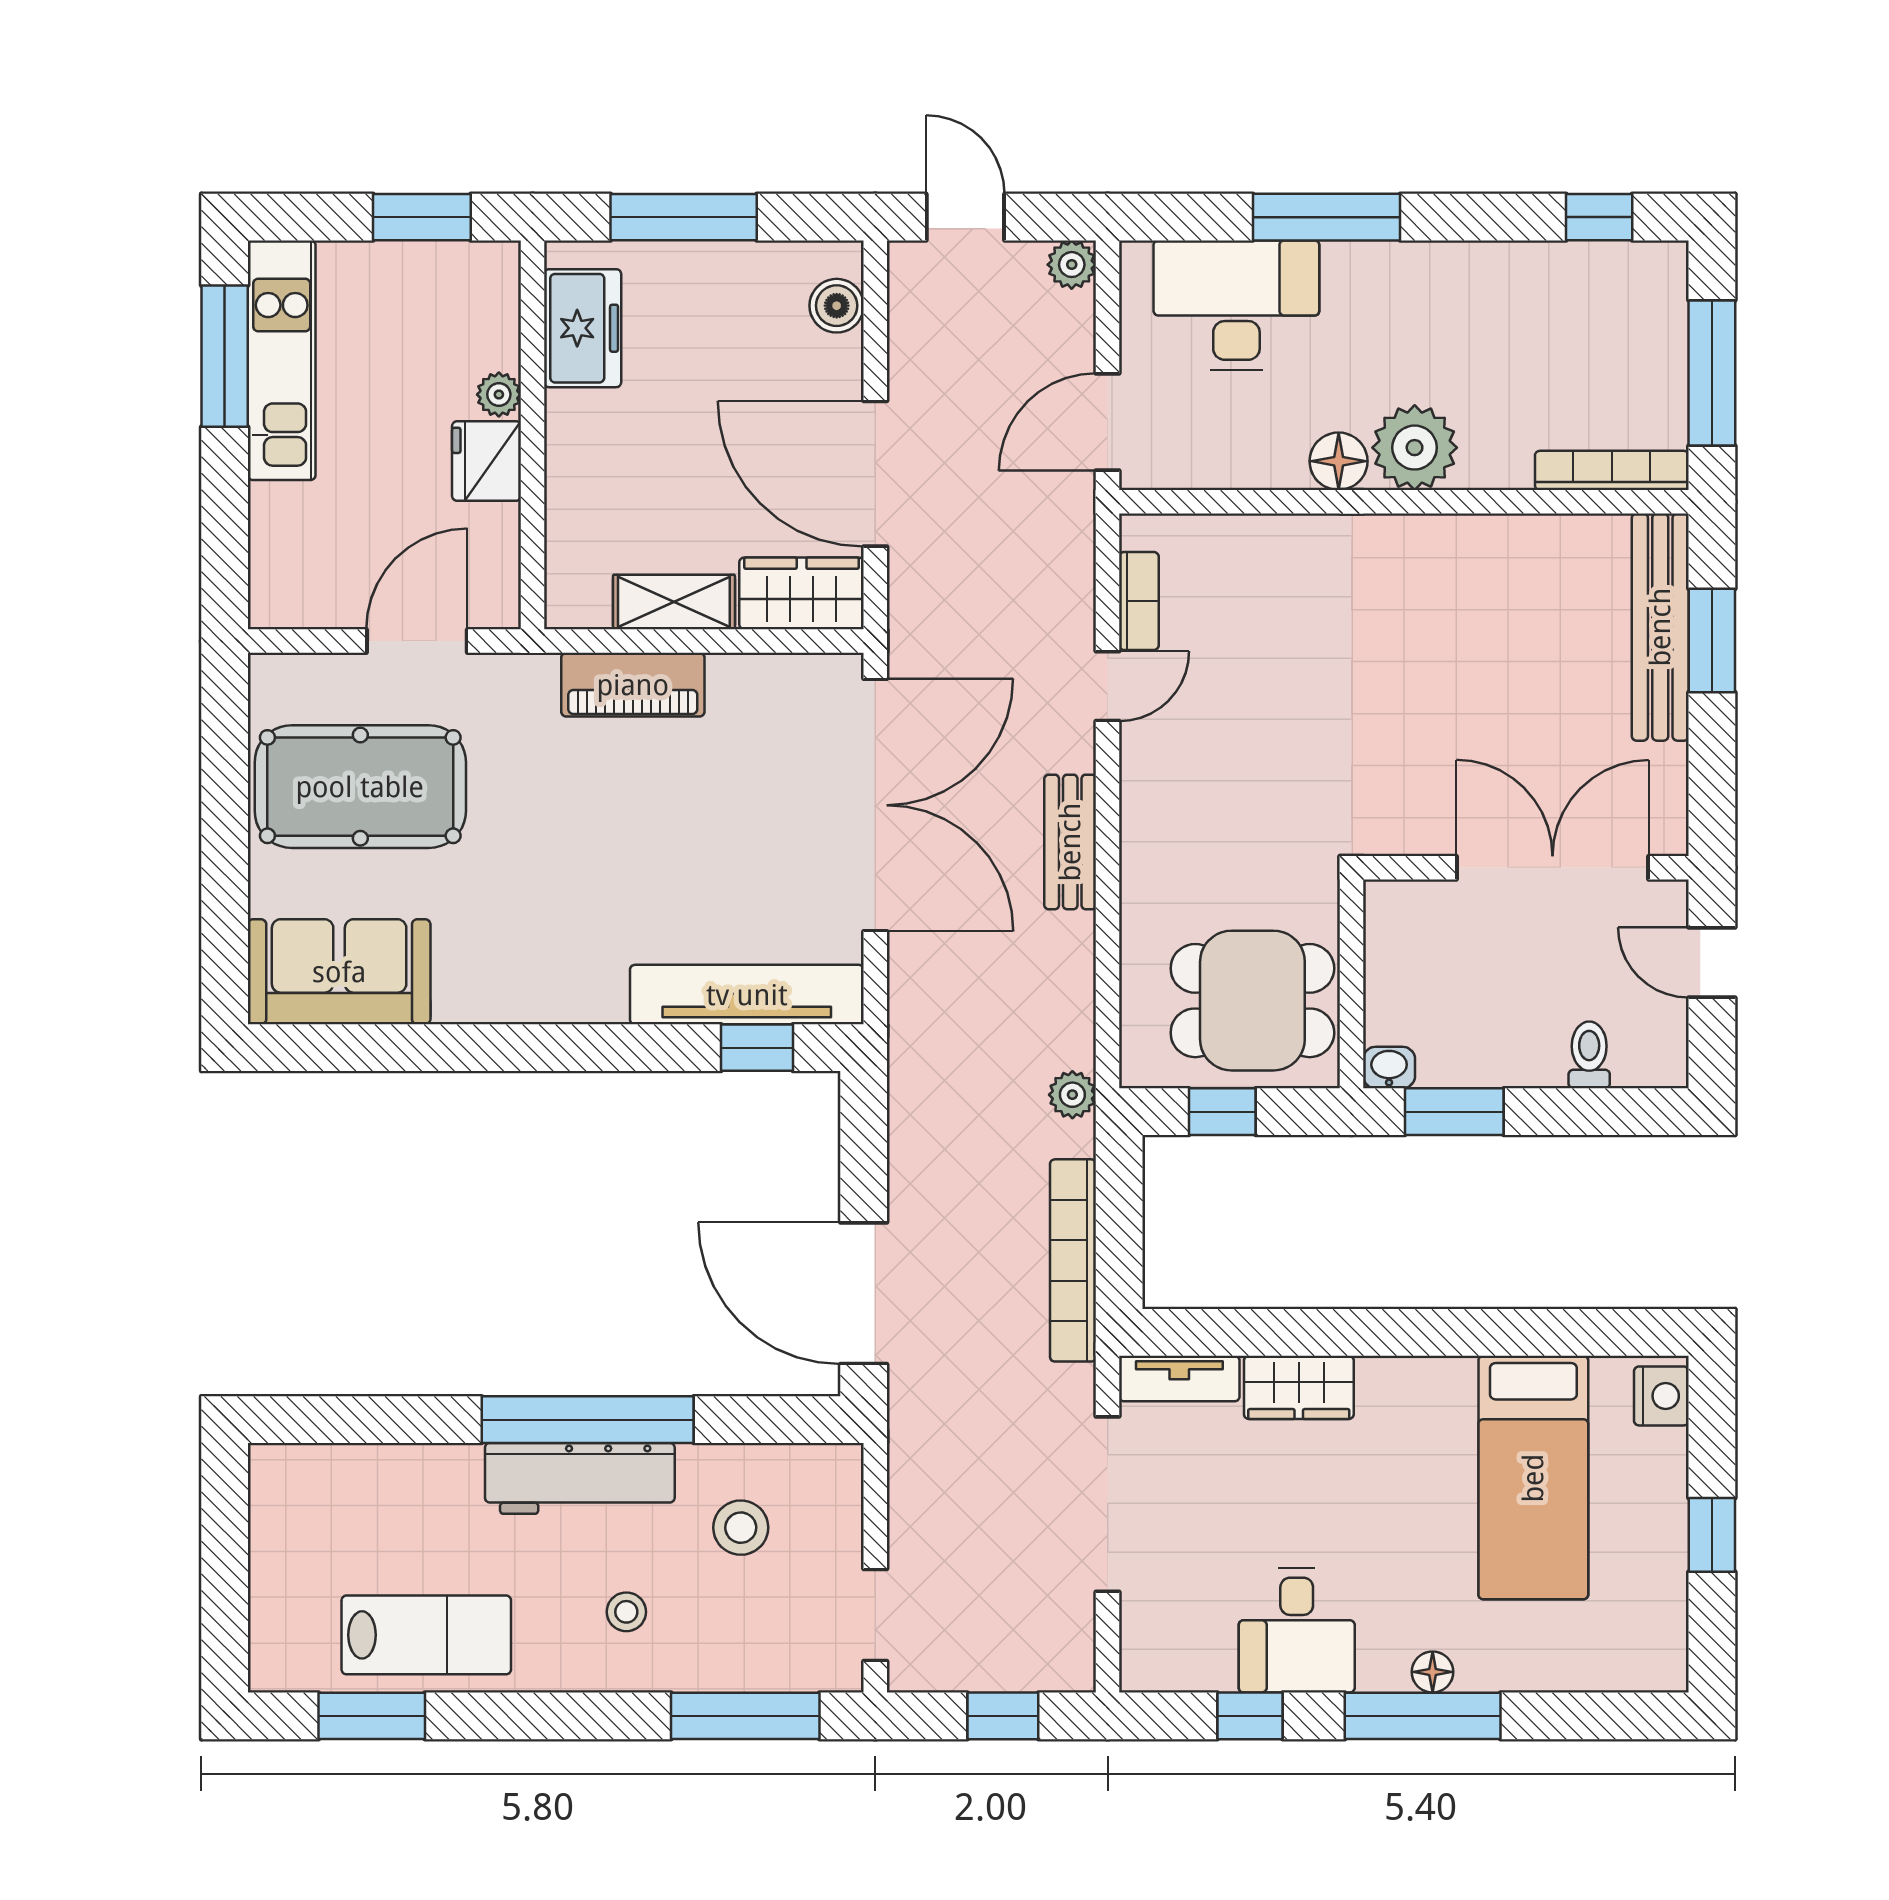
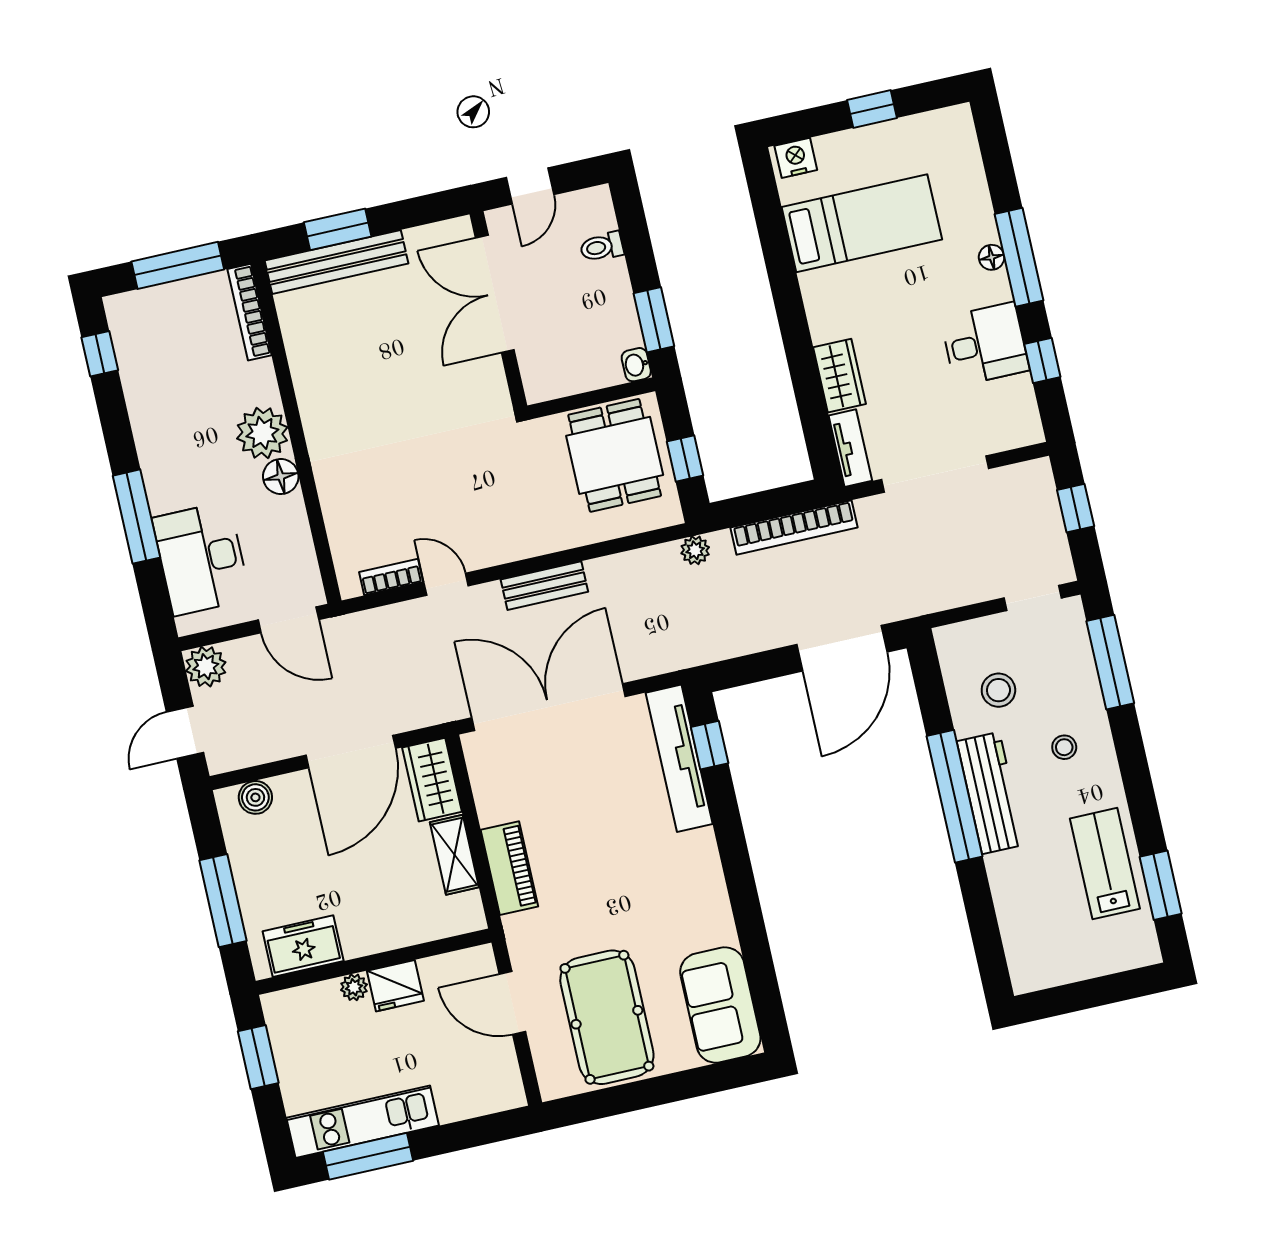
plant: (1072, 265) -> (206, 667), width x1.38, depth x1.38

